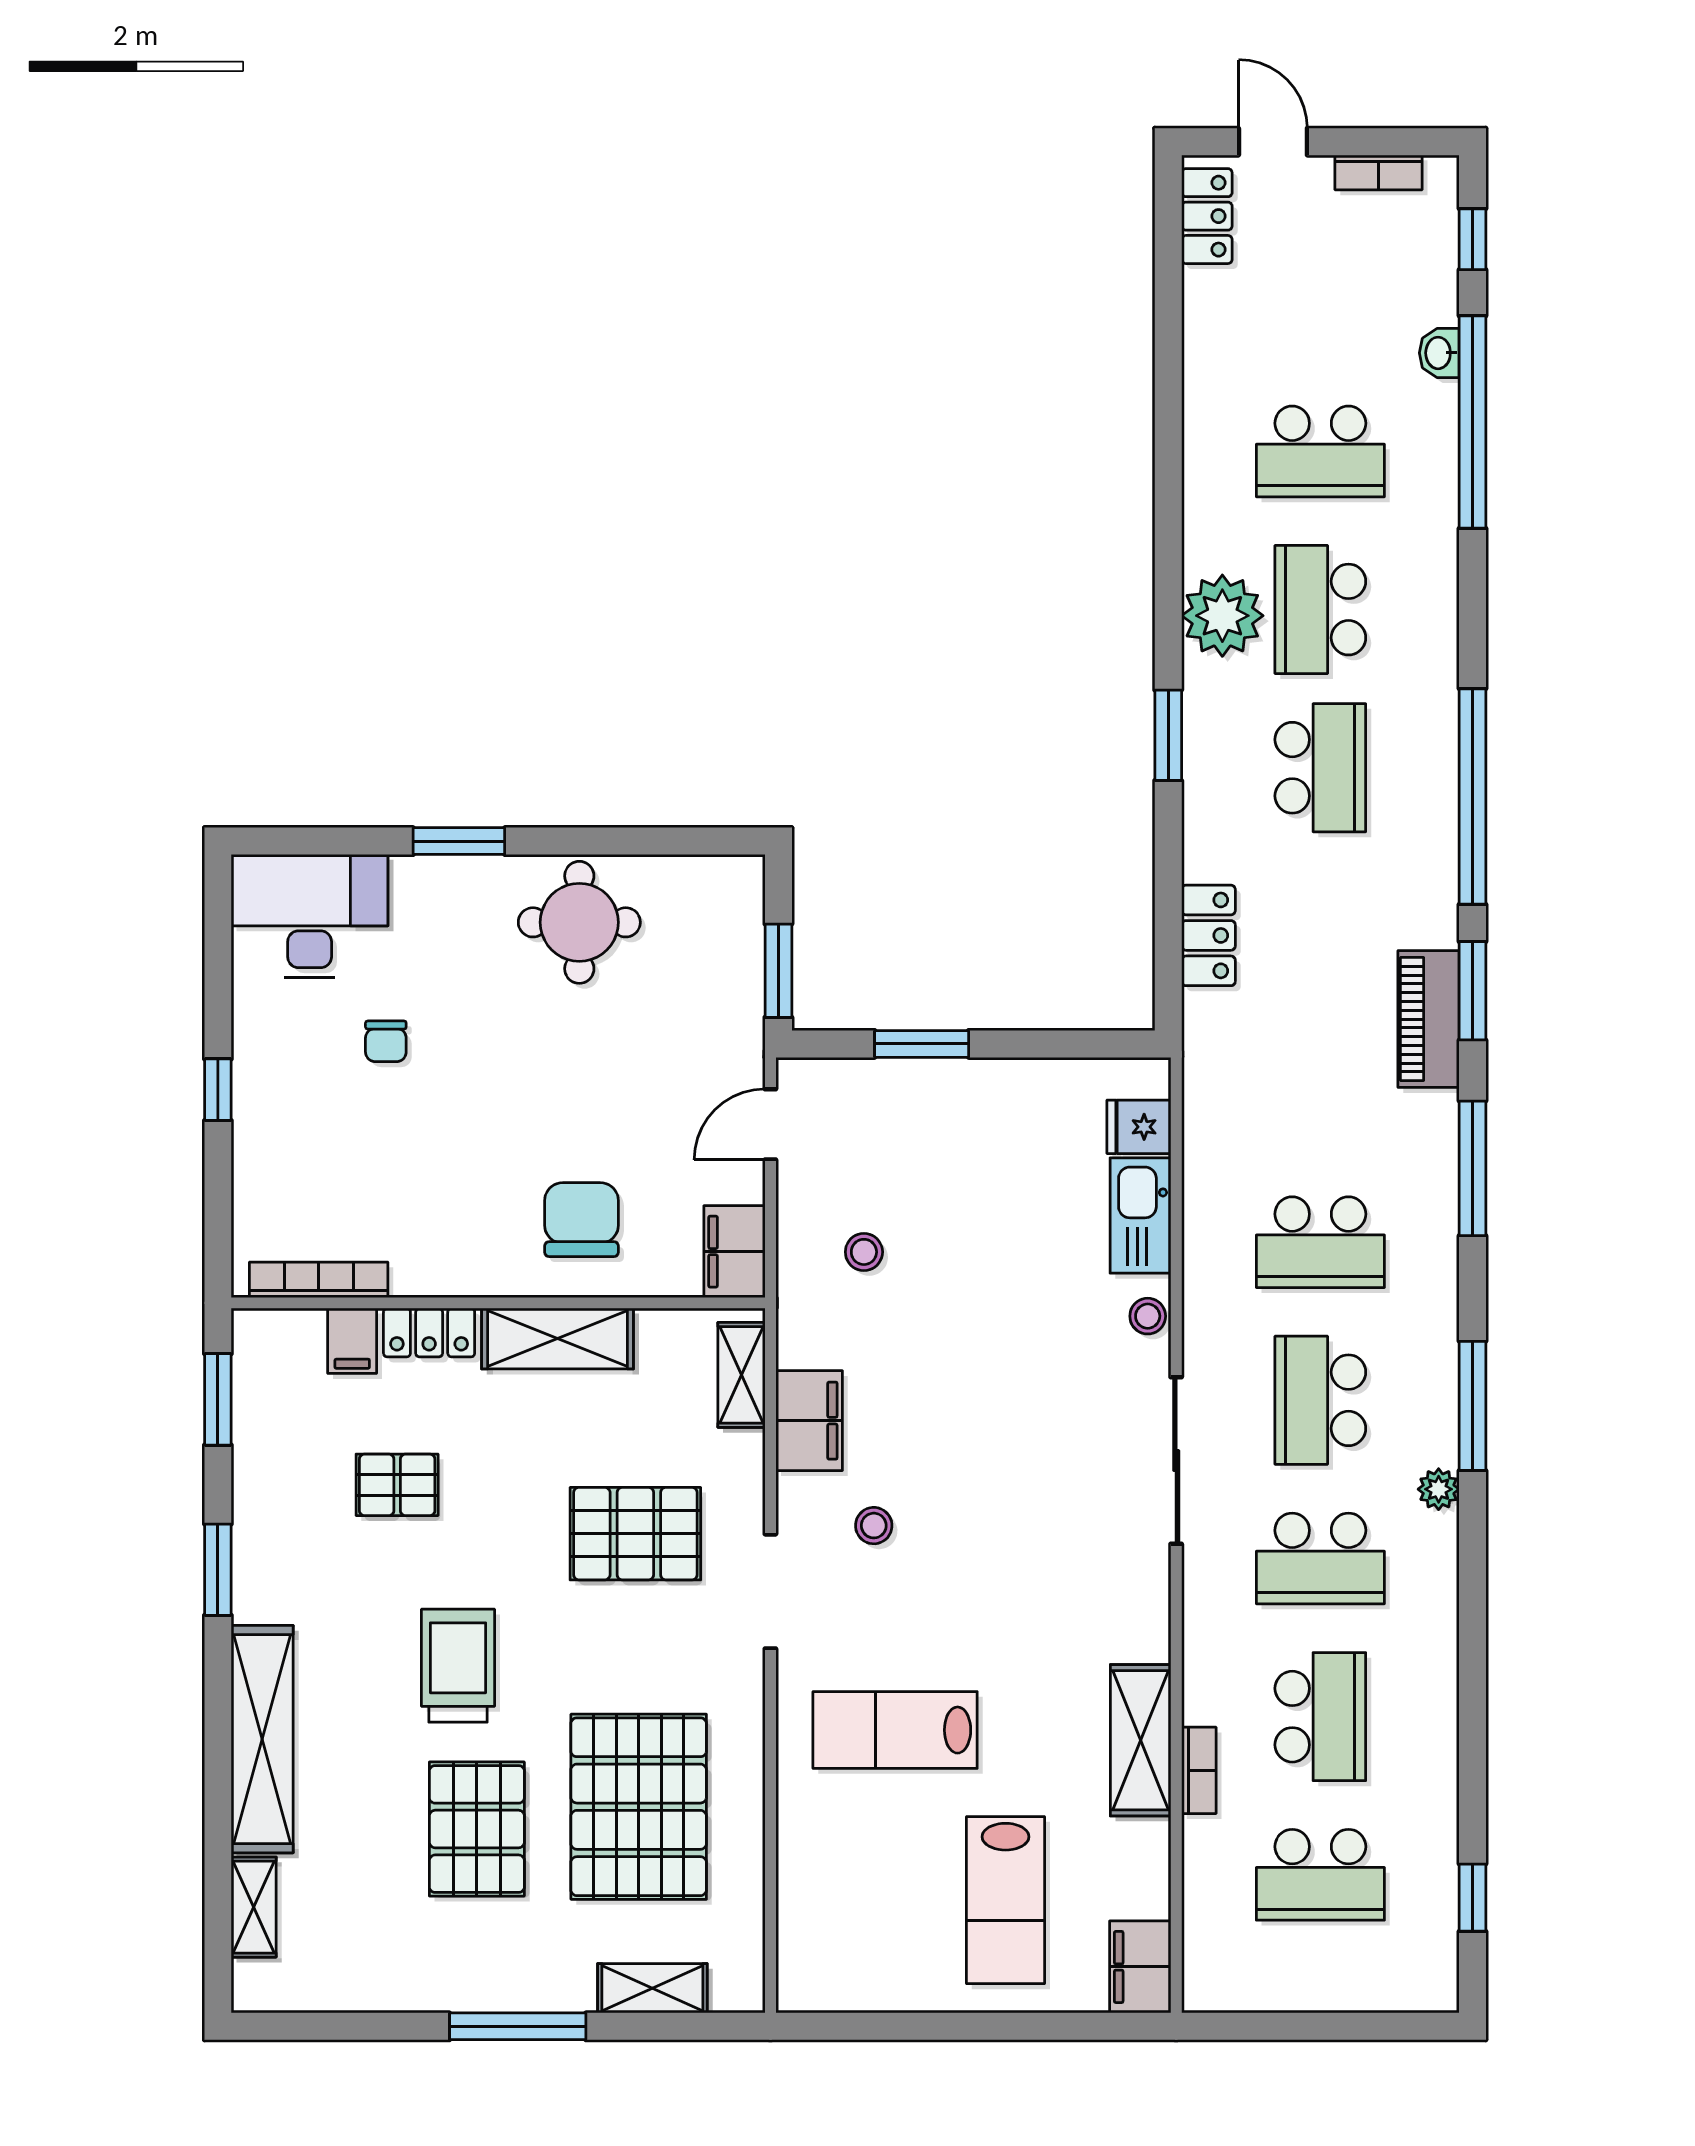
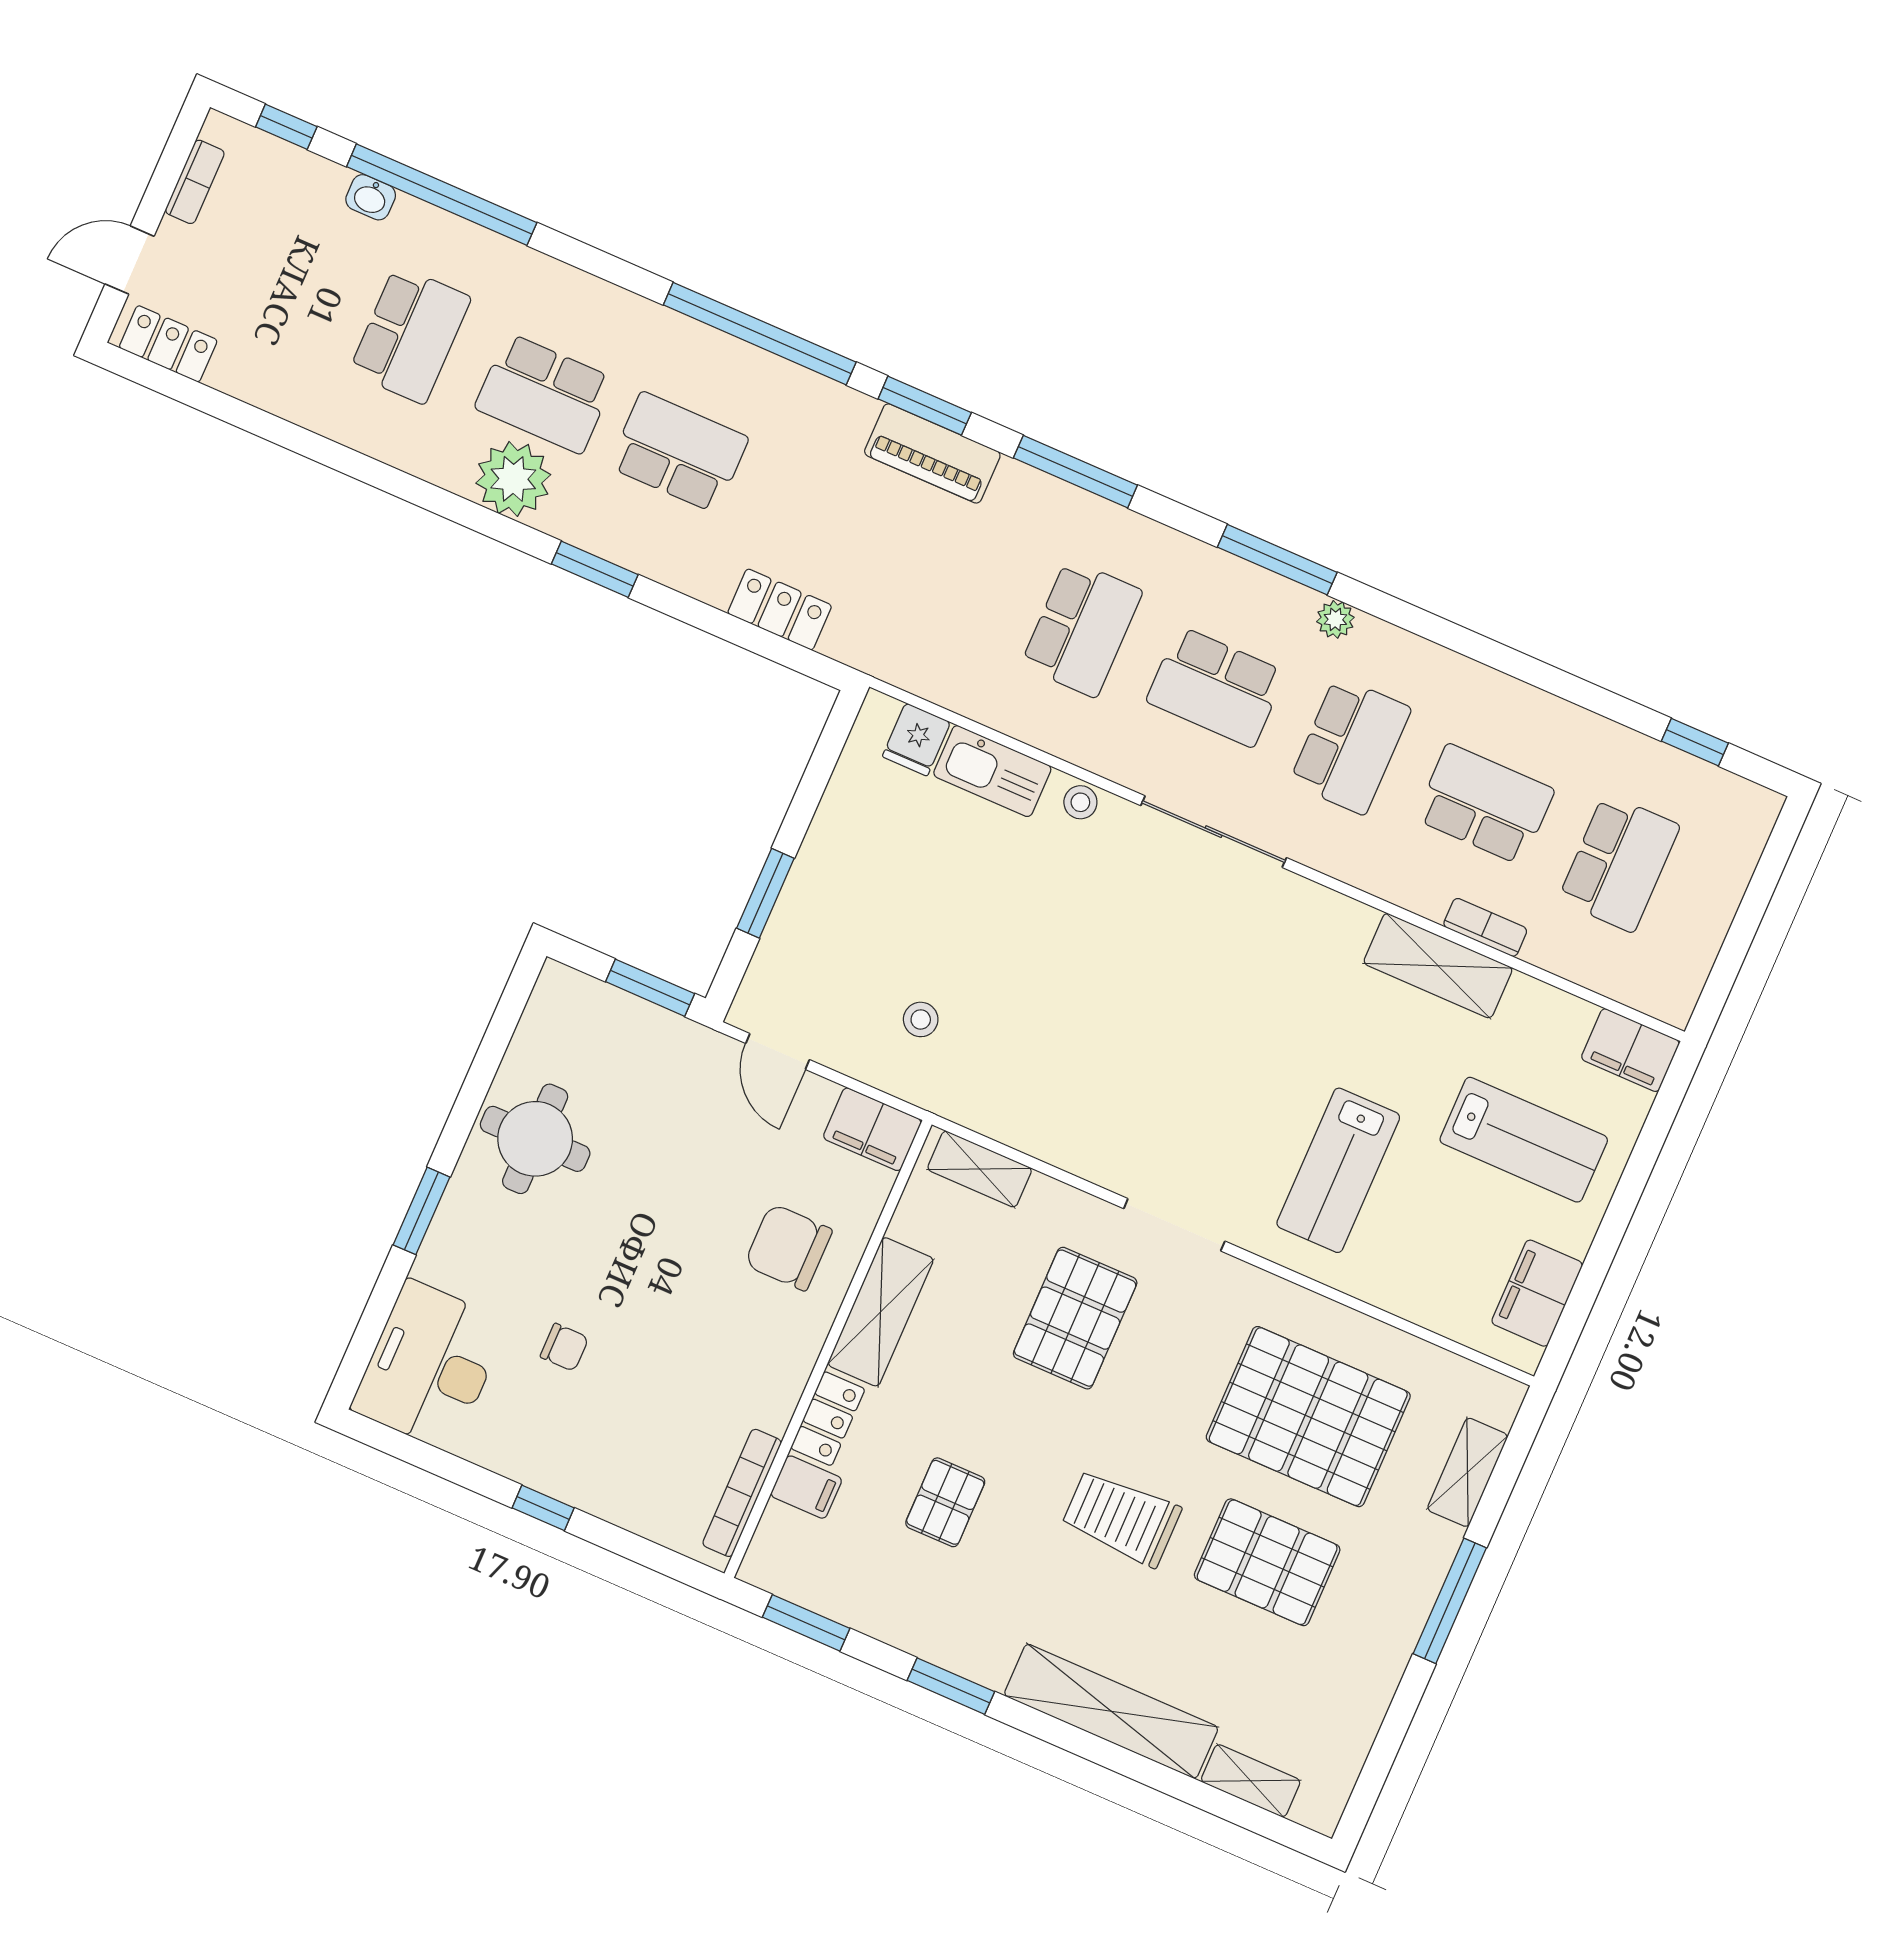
filing cabinet: (809, 1421) -> (1537, 1293), moved, turned -90
stool: (874, 1526) -> (1157, 1113), removed

